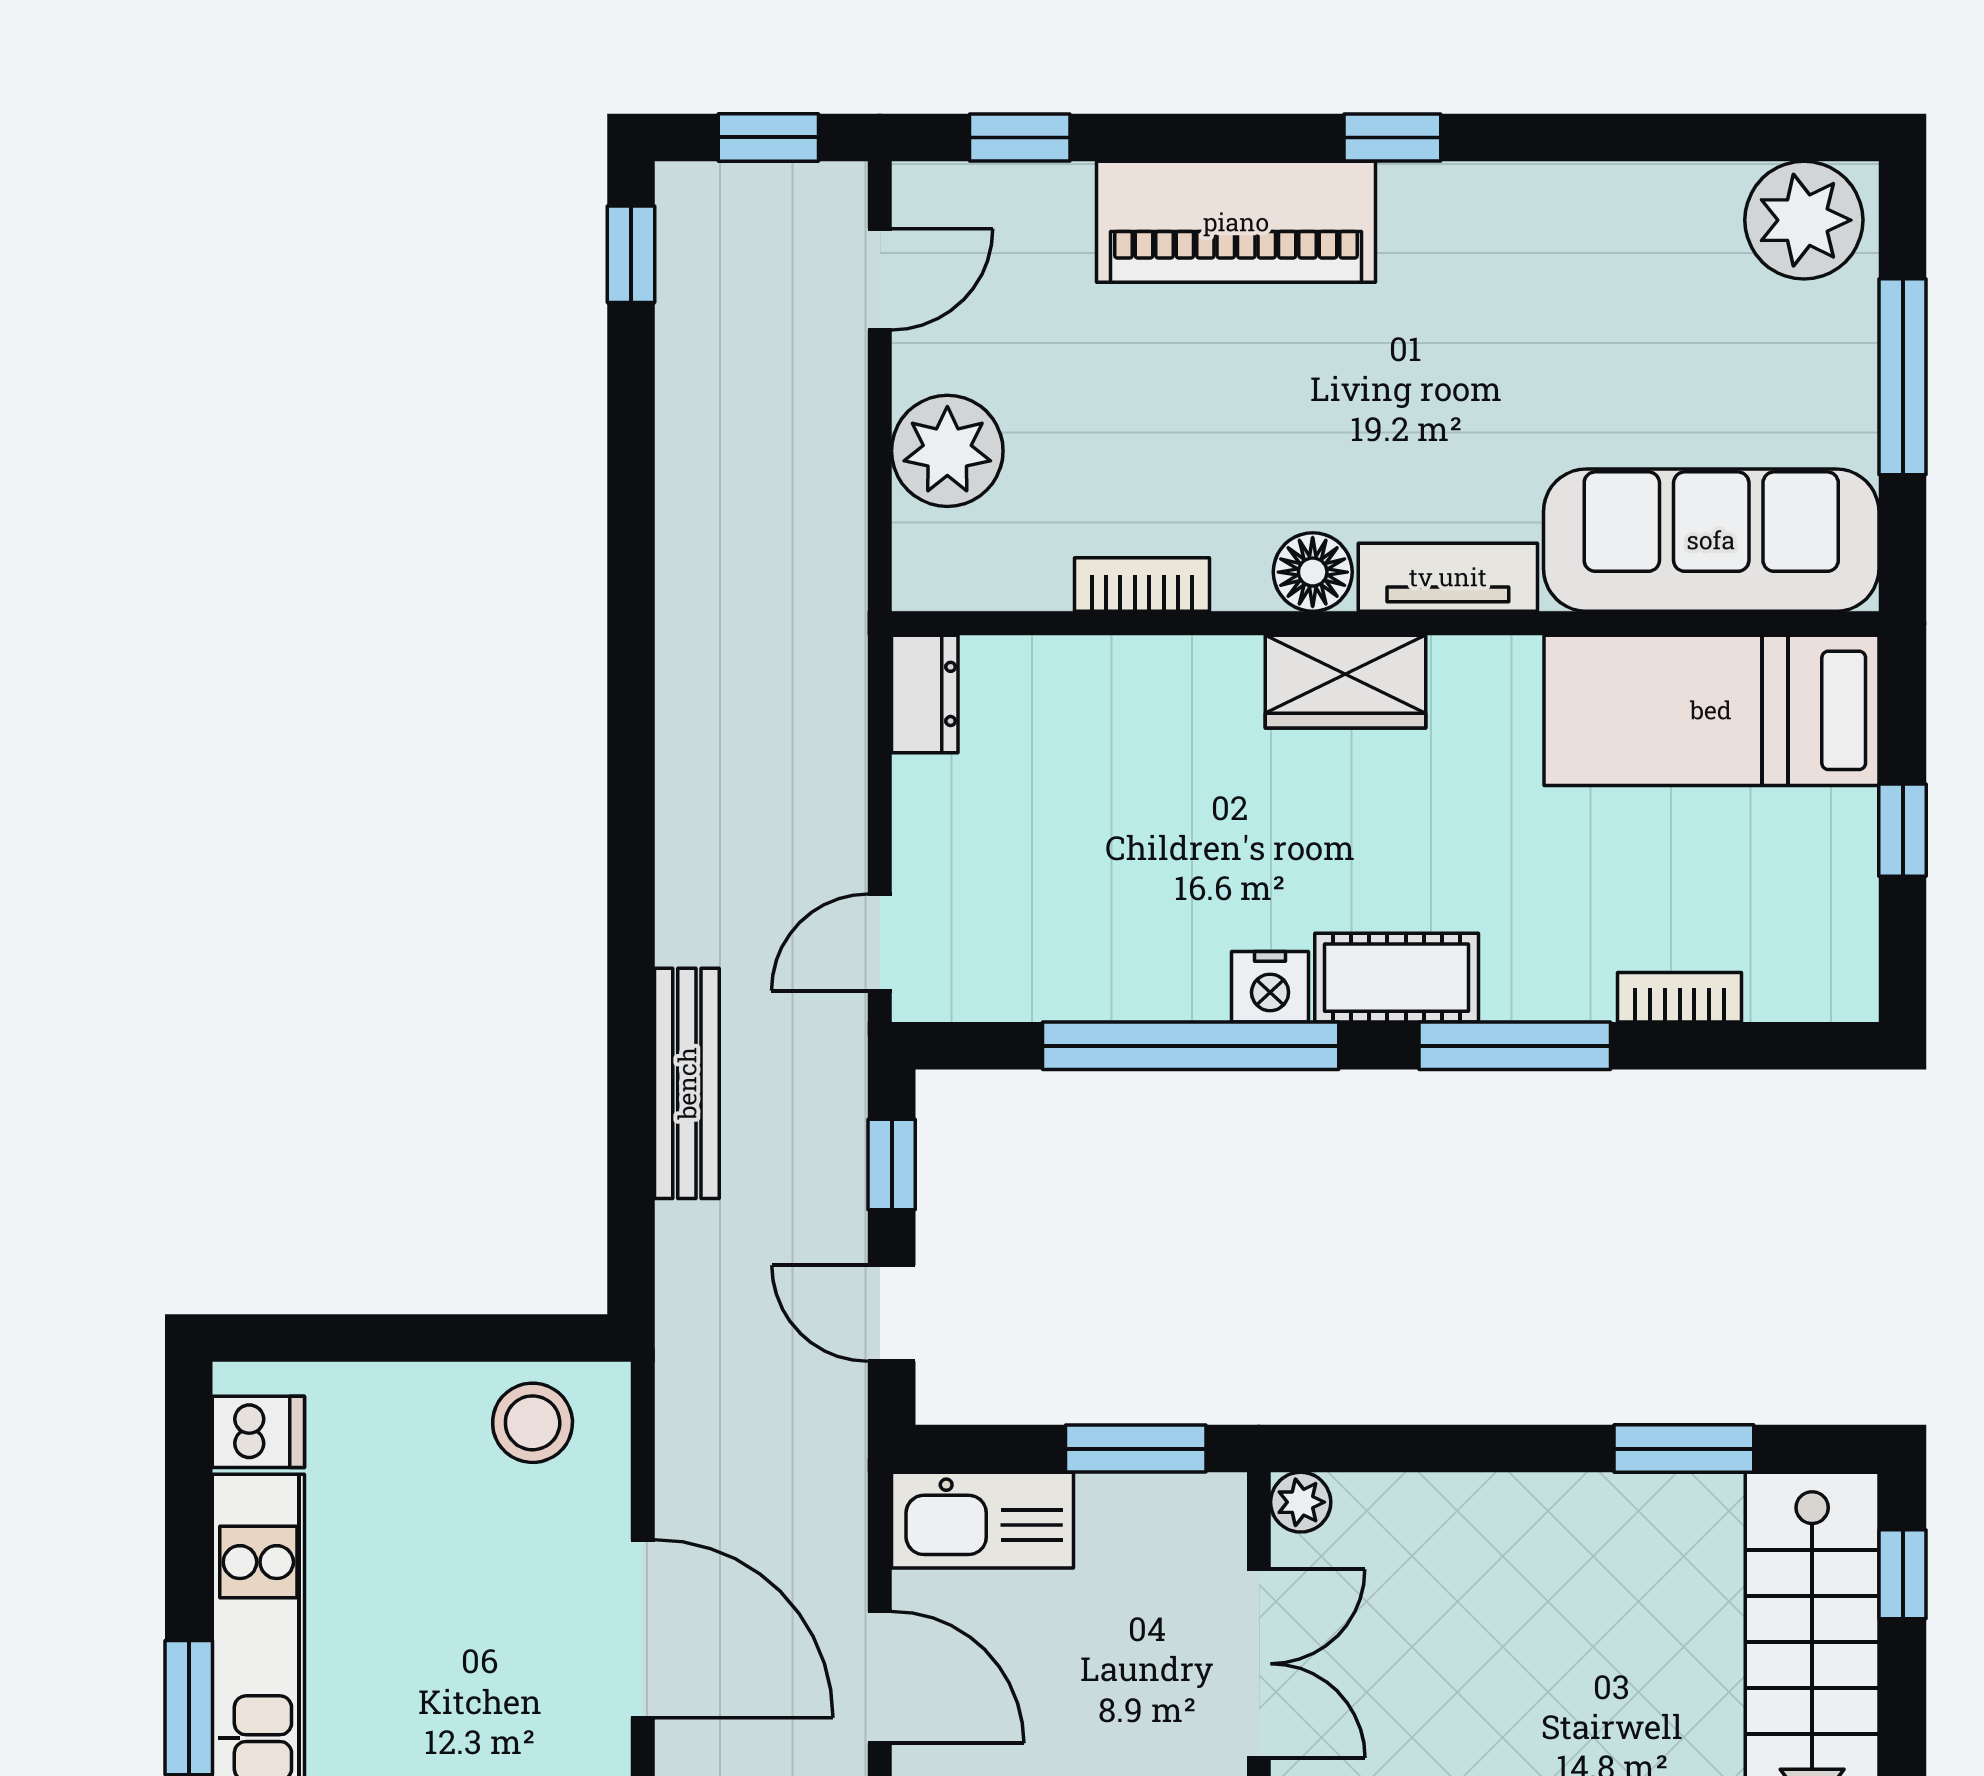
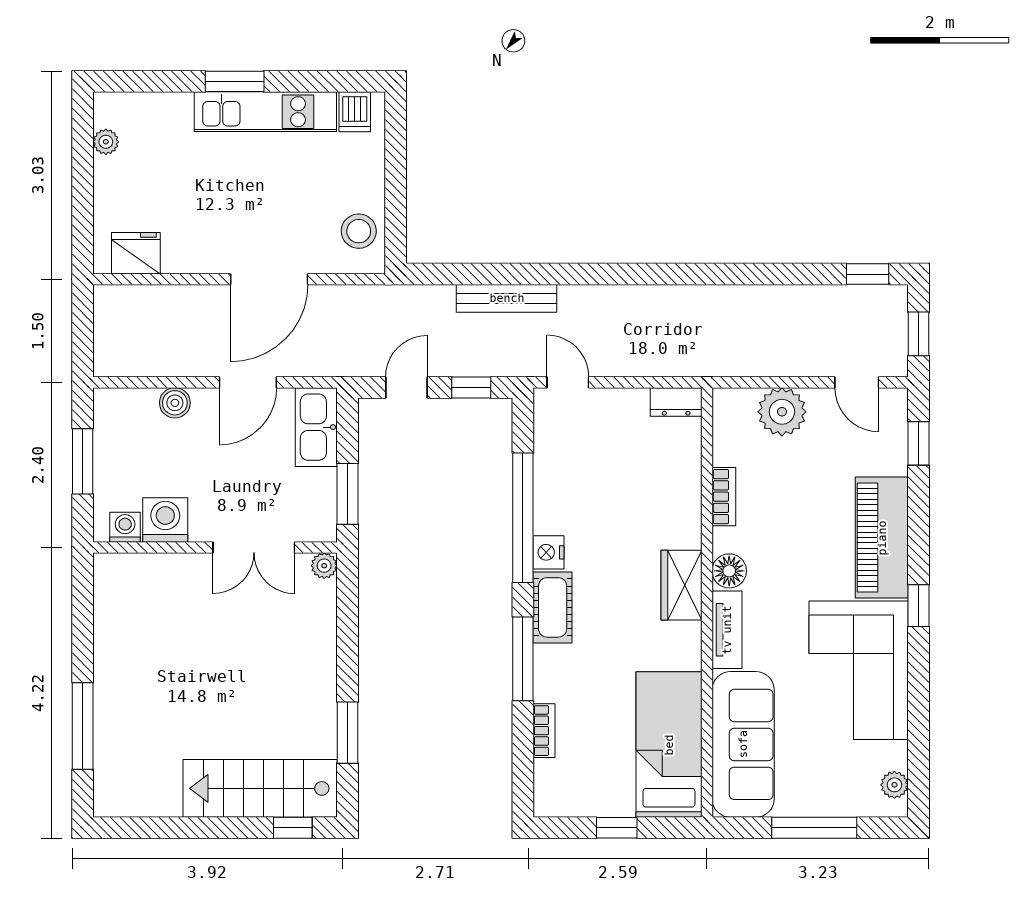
plant: (1804, 220) -> (894, 785), width x0.53, depth x0.53
corner sofa: (1541, 275) -> (859, 670), added

